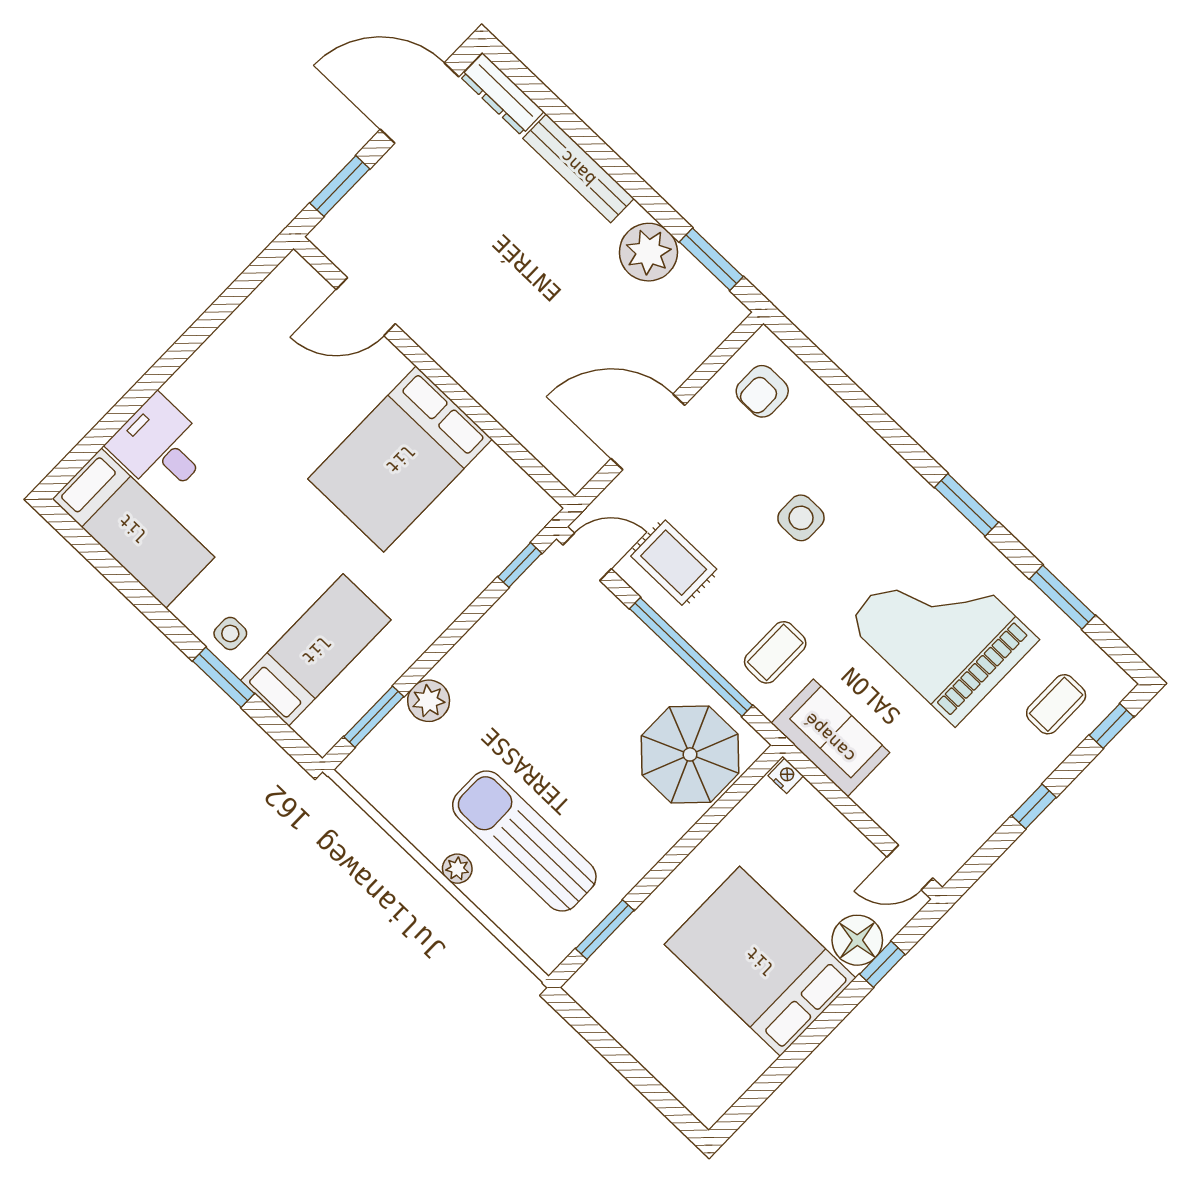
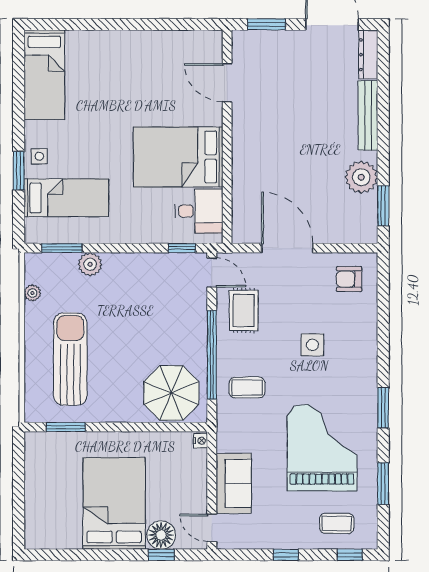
desk: (160, 447) -> (199, 211), moved, turned 90
sofa: (830, 738) -> (234, 483), moved
plant: (457, 869) -> (32, 293), moved

